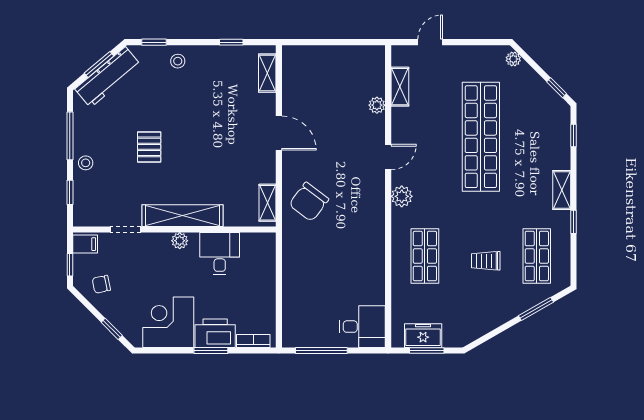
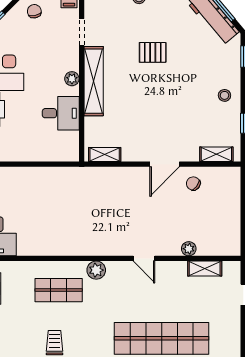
stool: (178, 61) -> (224, 95), moved
plant: (402, 196) -> (96, 270), moved
chair: (309, 202) -> (193, 183), moved, width x0.54, depth x0.54

